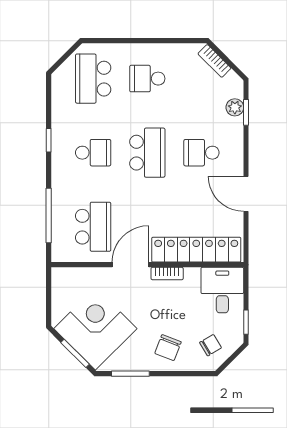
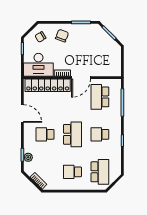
school desk: (147, 79) -> (72, 172), turned 180
school desk: (147, 153) -> (72, 134), turned 180
school desk: (201, 153) -> (45, 134), turned 180
desk: (222, 290) -> (38, 65), width x1.37
corner desk: (95, 329) -> (99, 45), removed

